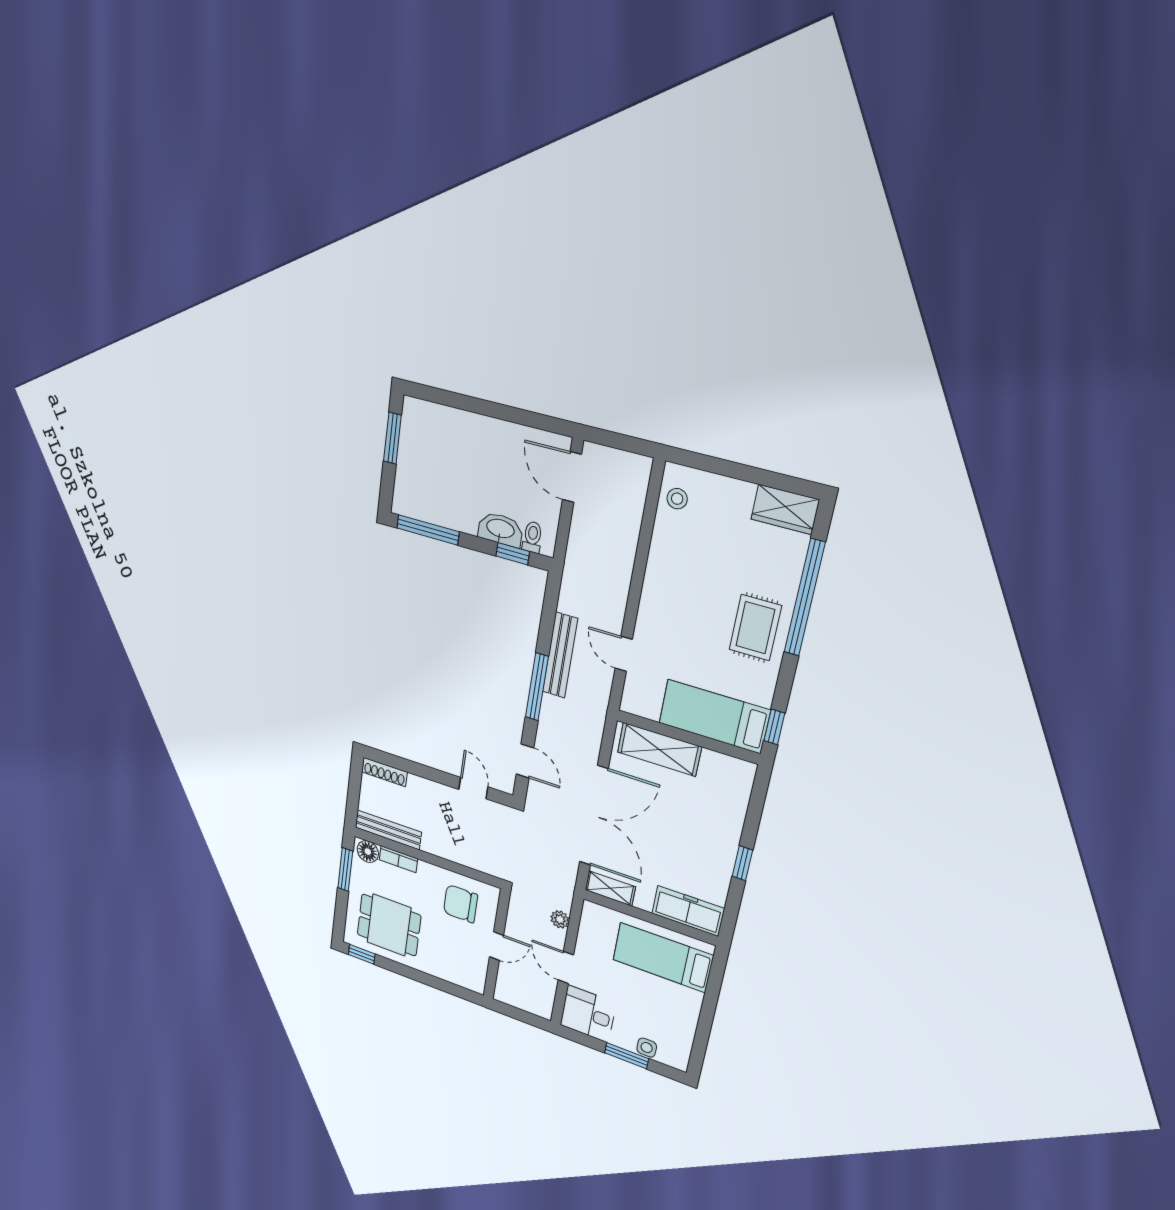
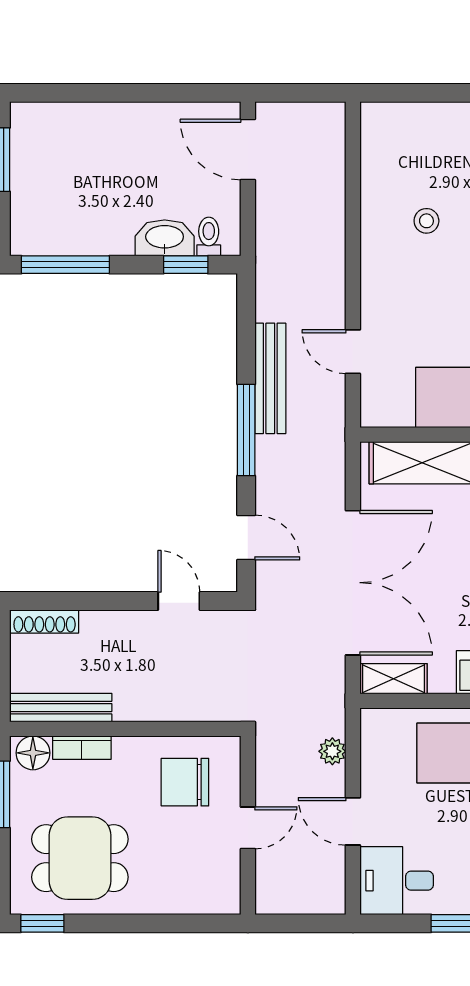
stool: (677, 499) -> (426, 221), moved

